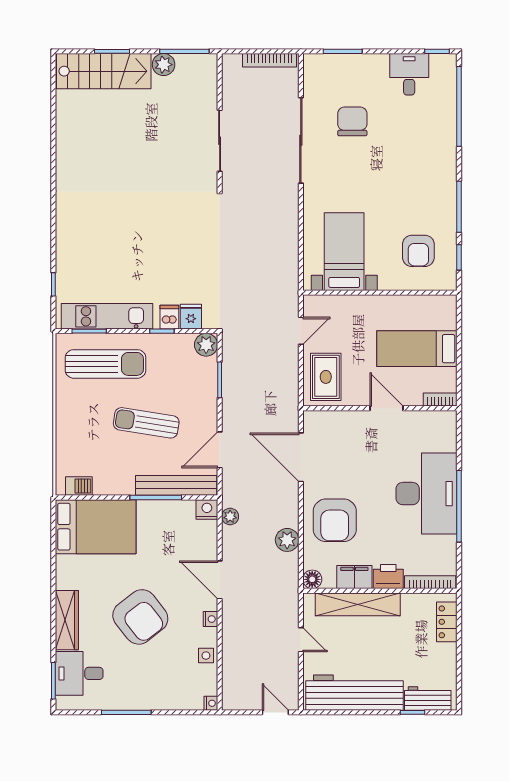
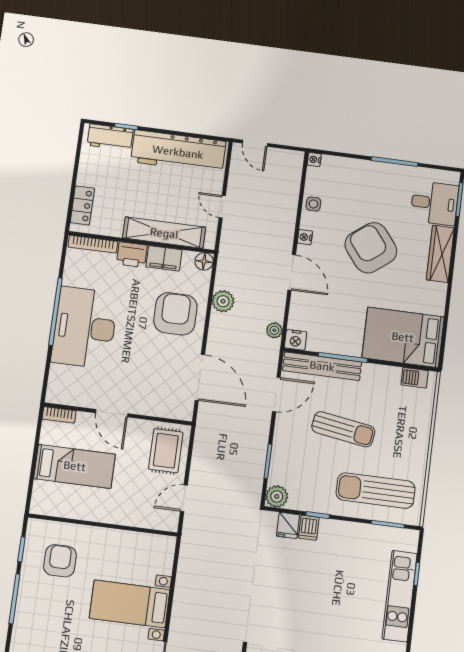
bed with nightstands: (344, 252) -> (130, 604), moved, turned 90
kitchen unit: (107, 316) -> (400, 596), moved, turned 90

